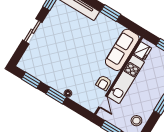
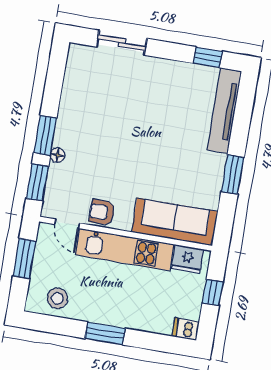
sliding door: (32, 31) -> (122, 43), moved
window: (31, 80) -> (37, 182), moved
door: (103, 102) -> (67, 224), hinge flipped

